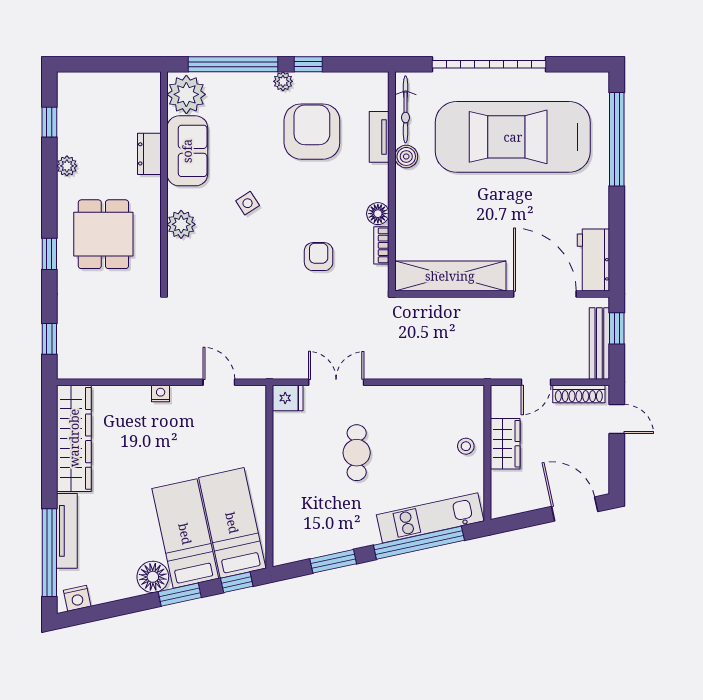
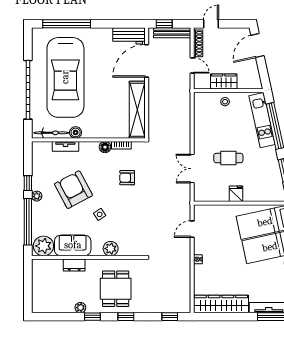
window: (49, 122) -> (92, 317), moved
armchair: (312, 132) -> (73, 190), moved, turned 62
dining table: (103, 234) -> (116, 289), turned 90
fridge: (288, 398) -> (236, 194), moved

